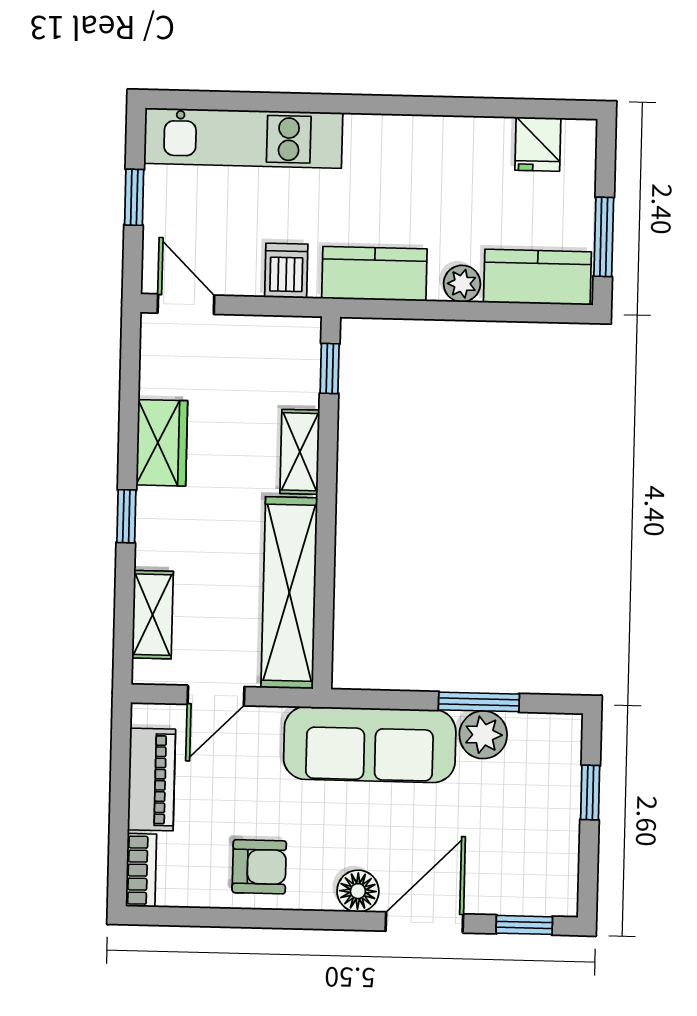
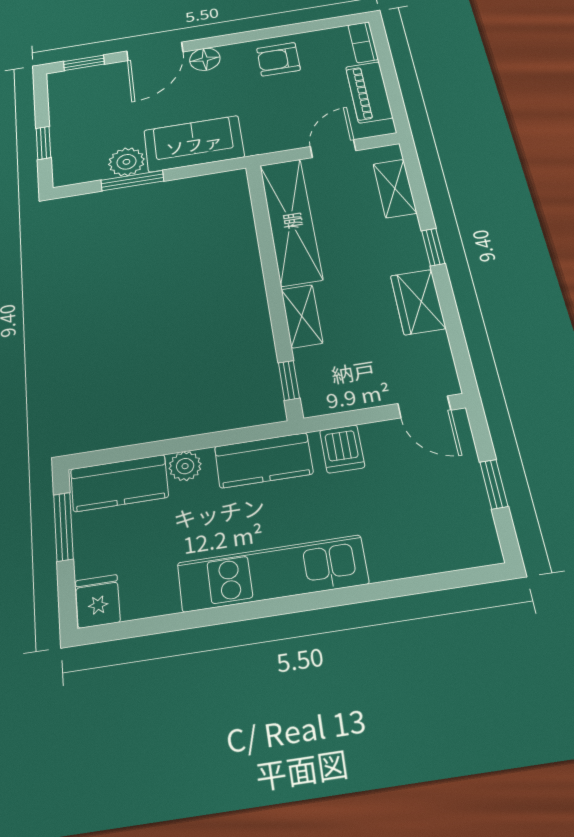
kitchen unit: (243, 138) -> (272, 573), moved
fridge: (538, 144) -> (98, 601), moved
sofa: (370, 745) -> (194, 144), width x0.73

